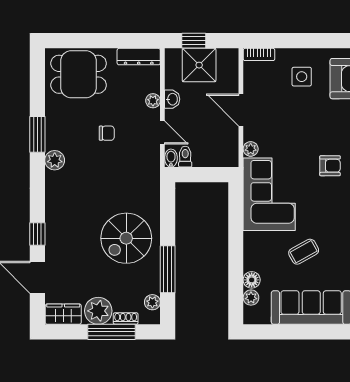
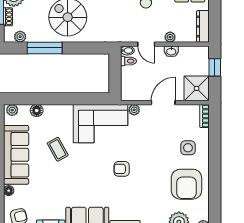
shower: (199, 65) -> (197, 88), moved
door: (162, 133) -> (146, 44), hinge flipped
armchair: (330, 166) -> (122, 169), turned 90
plant: (251, 298) -> (12, 110), moved

